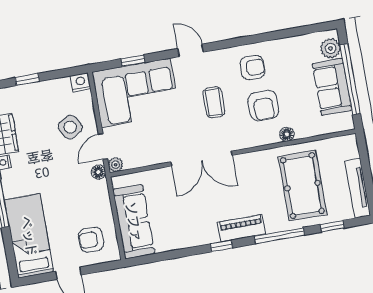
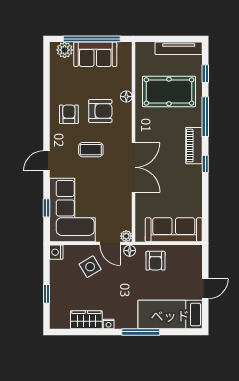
armchair: (91, 240) -> (155, 261), moved

